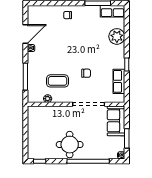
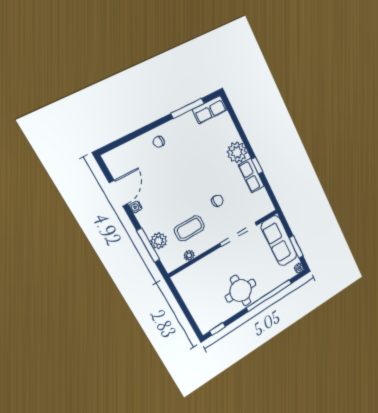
plant: (117, 36) -> (237, 152), moved
plant: (33, 78) -> (159, 241), added
row of seats: (119, 81) -> (251, 176), moved
sofa: (116, 121) -> (279, 241), width x1.36

